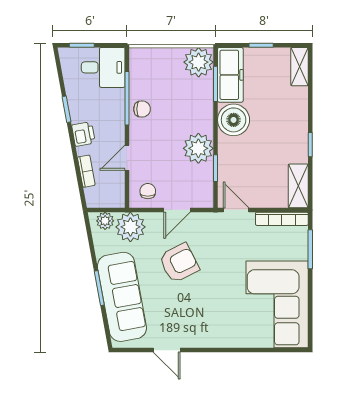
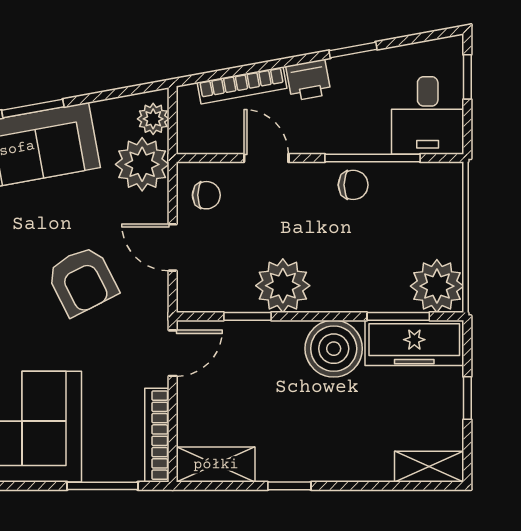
chair: (142, 109) -> (353, 185), turned -90
bookcase: (86, 171) -> (242, 85), width x1.56
armchair: (179, 263) -> (82, 281), moved

